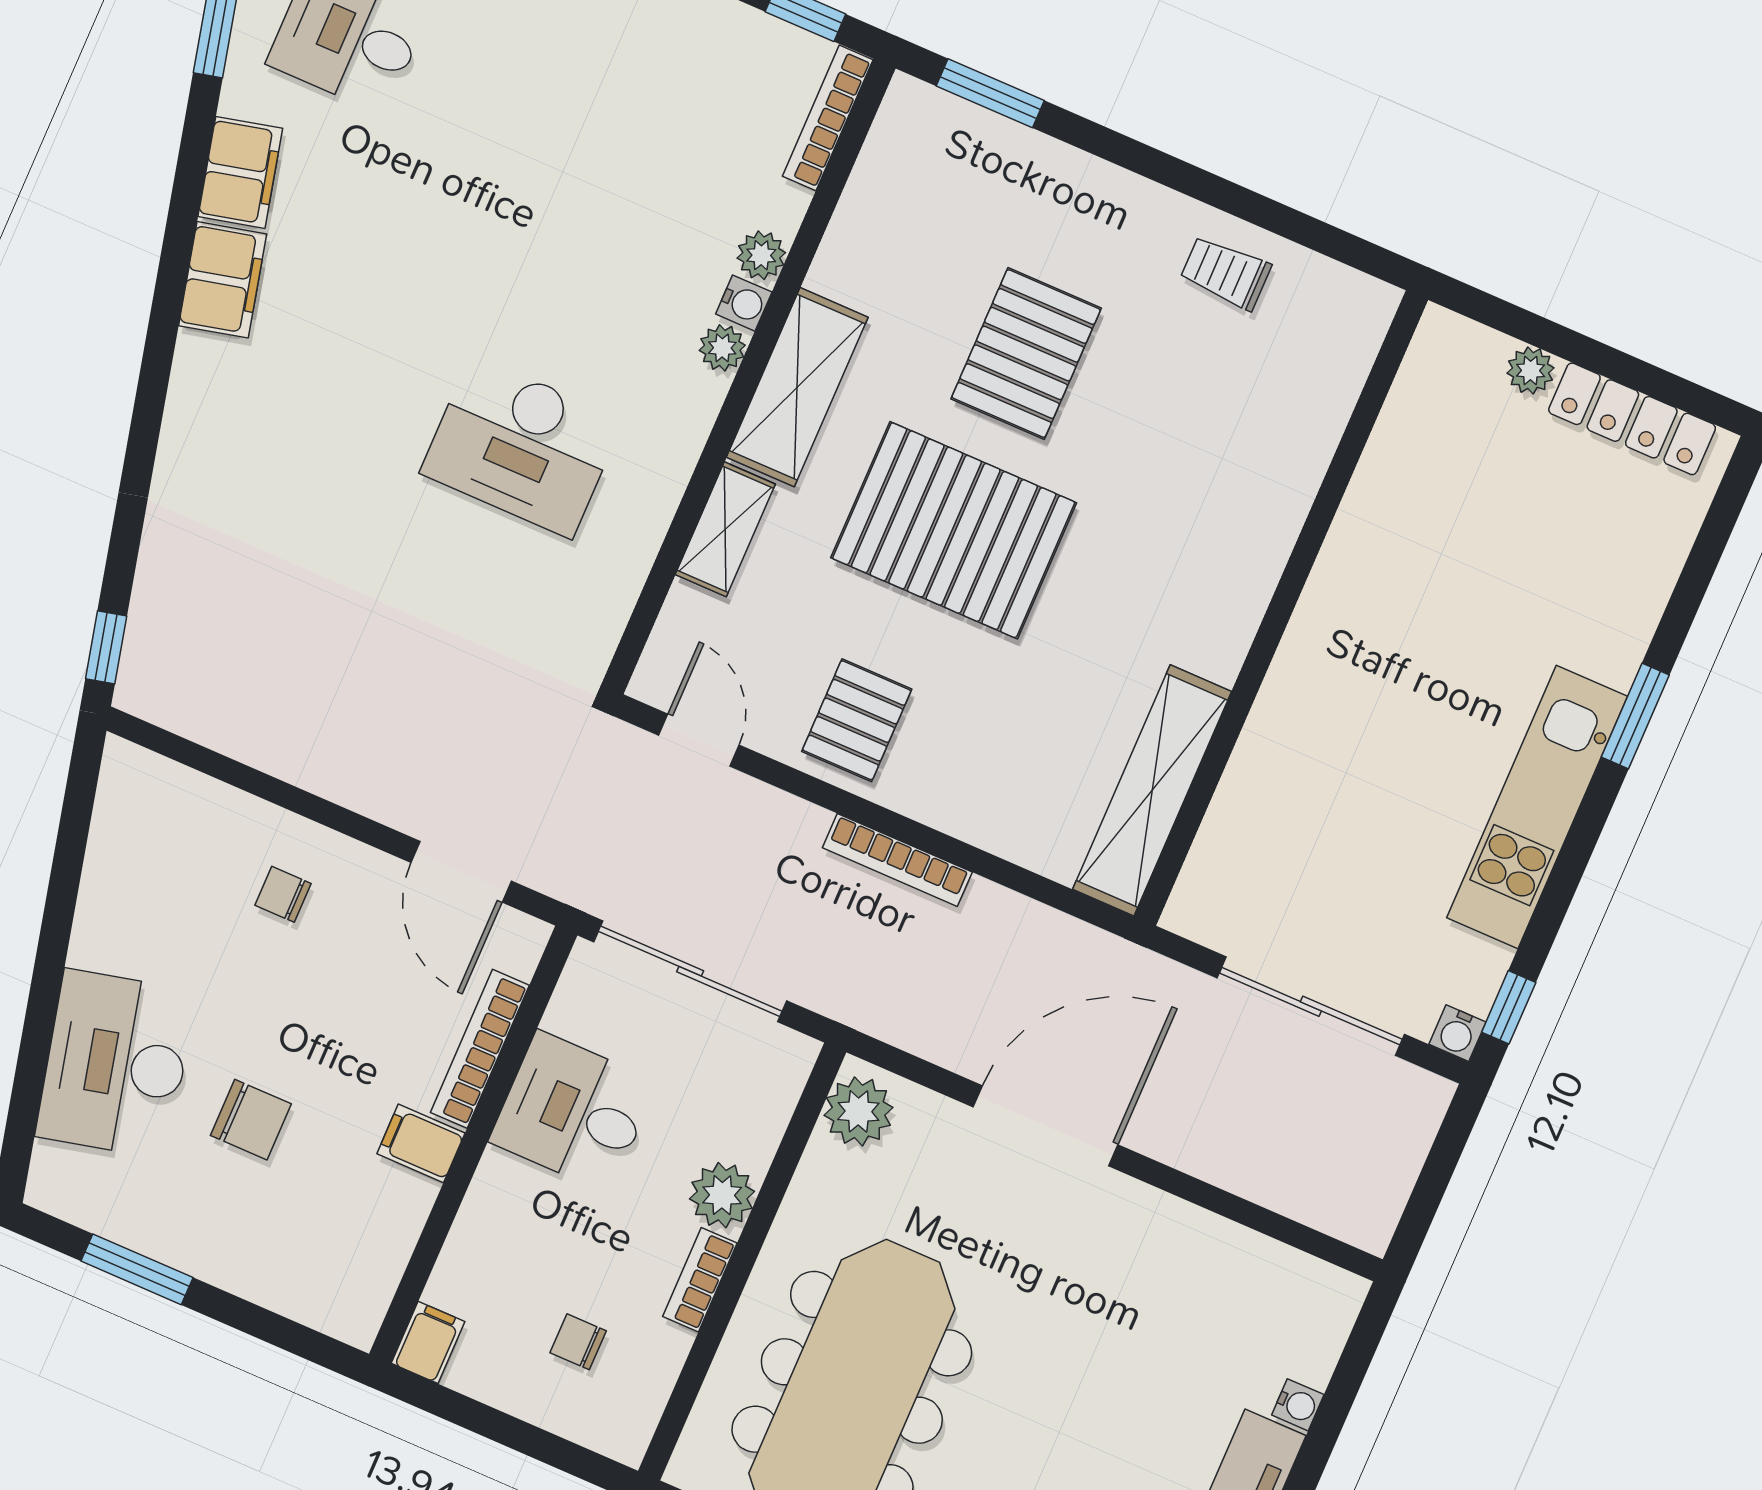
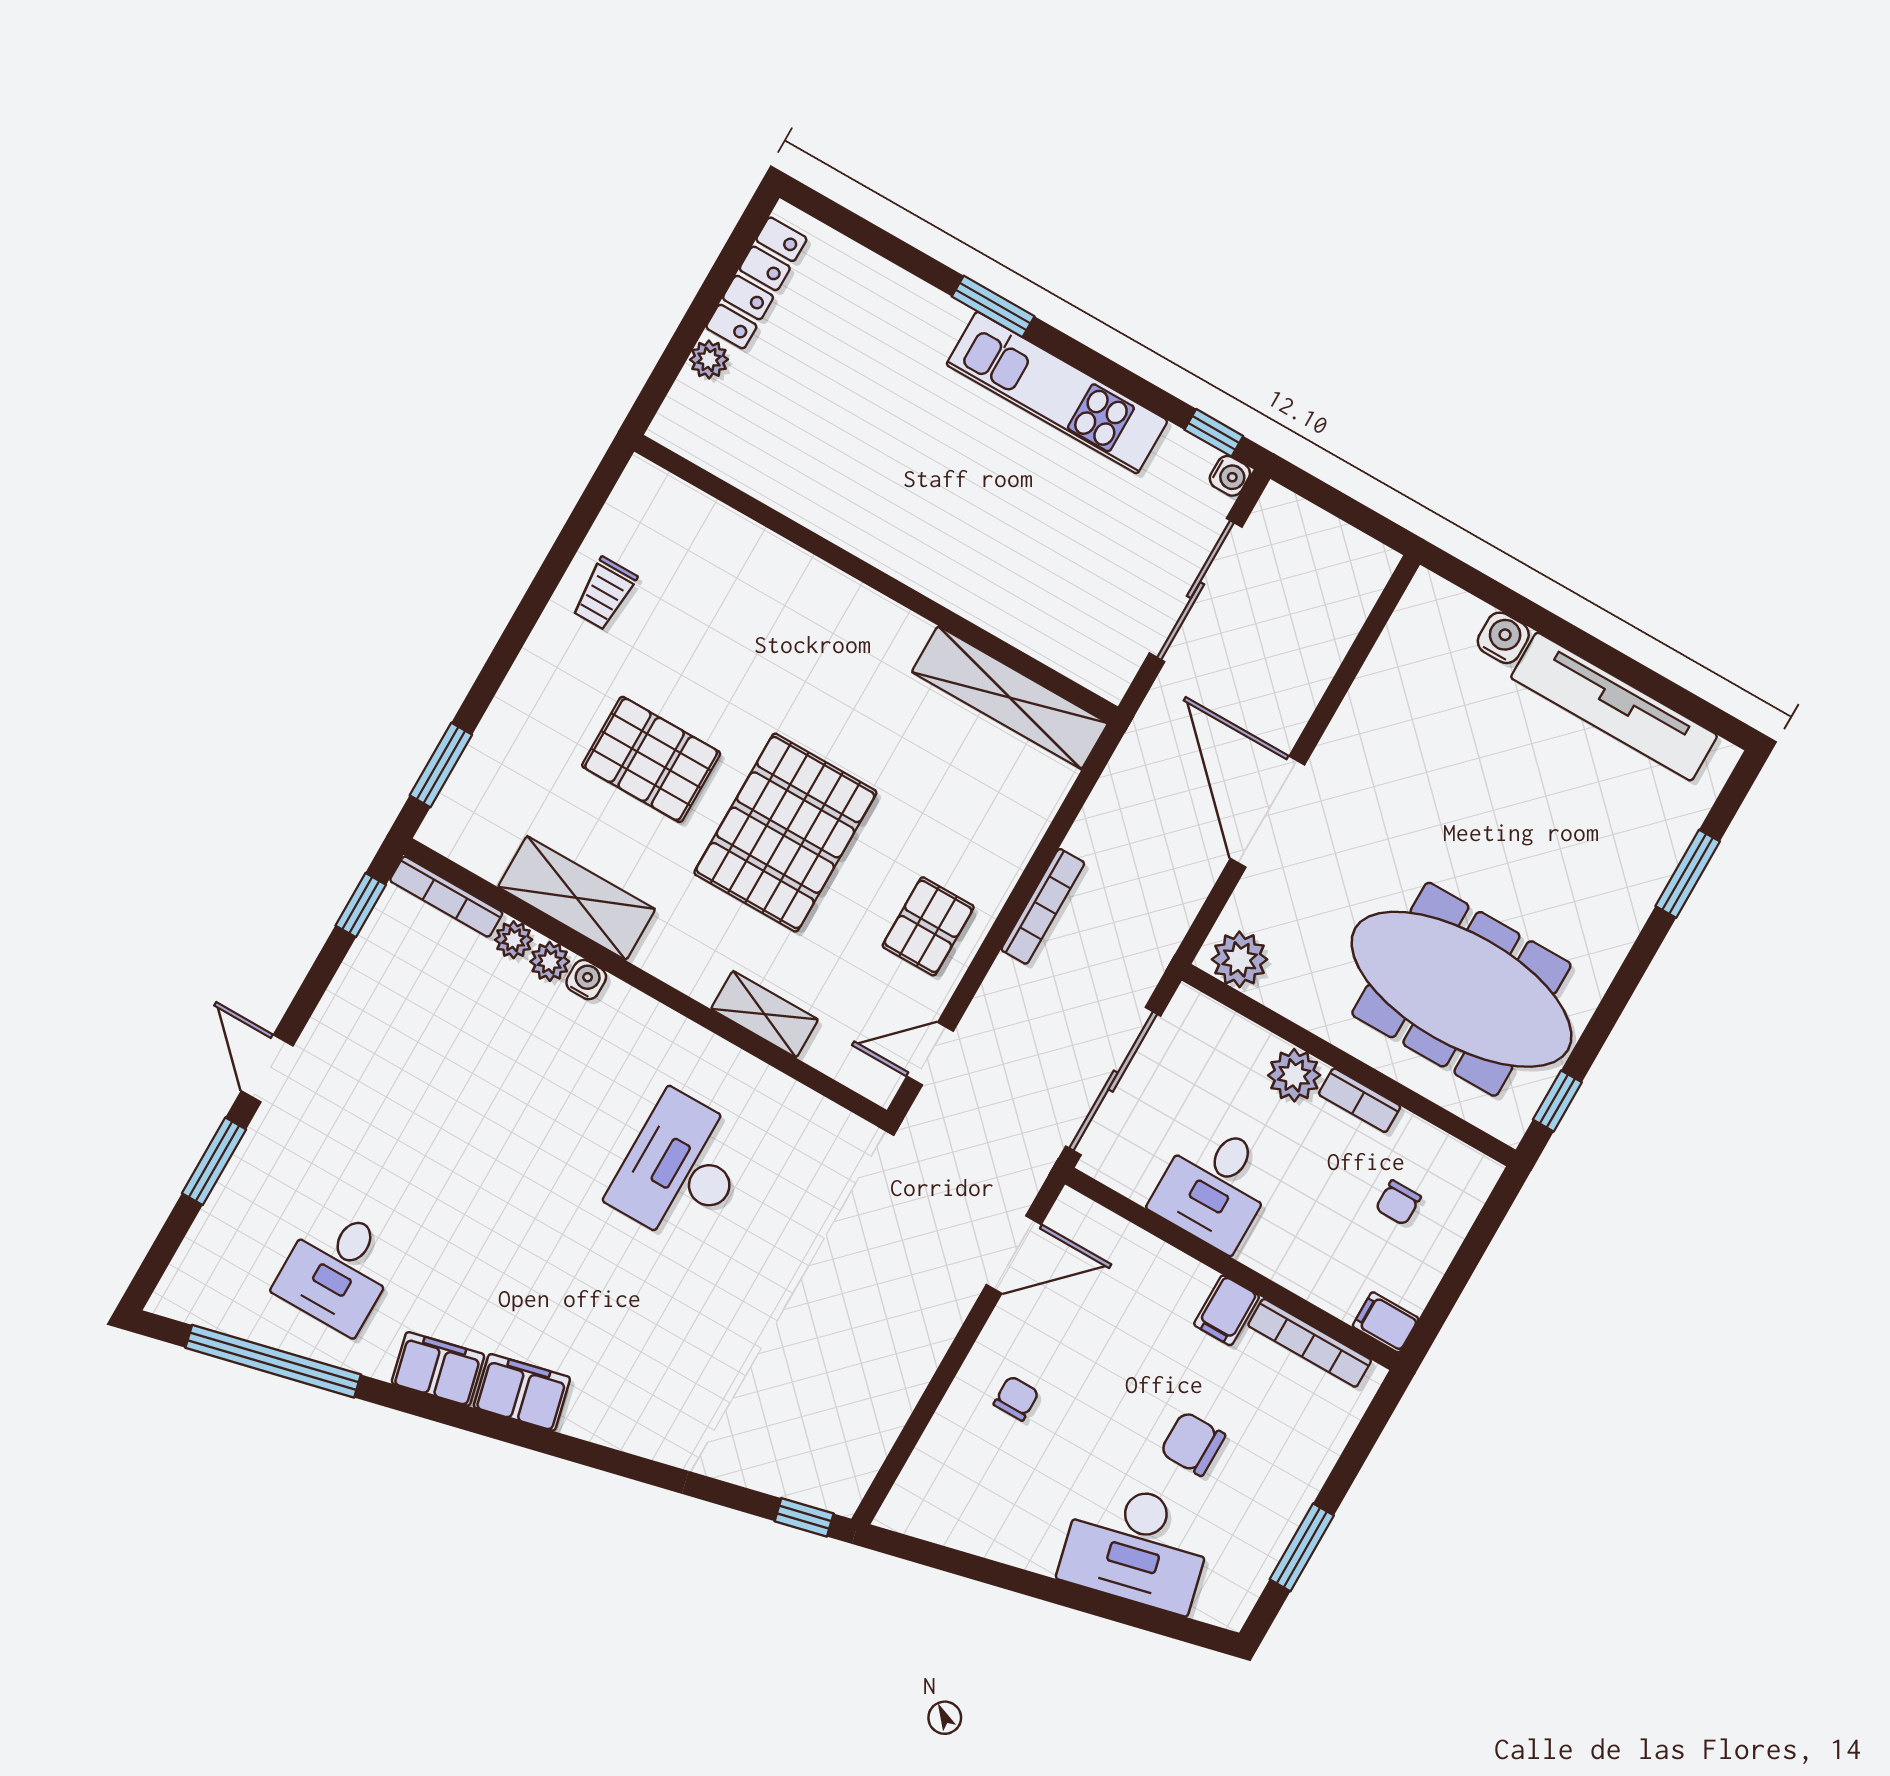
plant: (722, 348) -> (514, 940), moved
shelving: (797, 387) -> (577, 898), moved
desk: (522, 446) -> (681, 1169), turned 180
pallet: (857, 720) -> (928, 926), turned 90
chair: (283, 894) -> (1016, 1398), turned 180
bookcase: (480, 1049) -> (1310, 1343), moved
chair: (251, 1120) -> (1193, 1444), turned -90
water cooler: (1298, 1405) -> (1503, 638), width x1.38, depth x1.38

